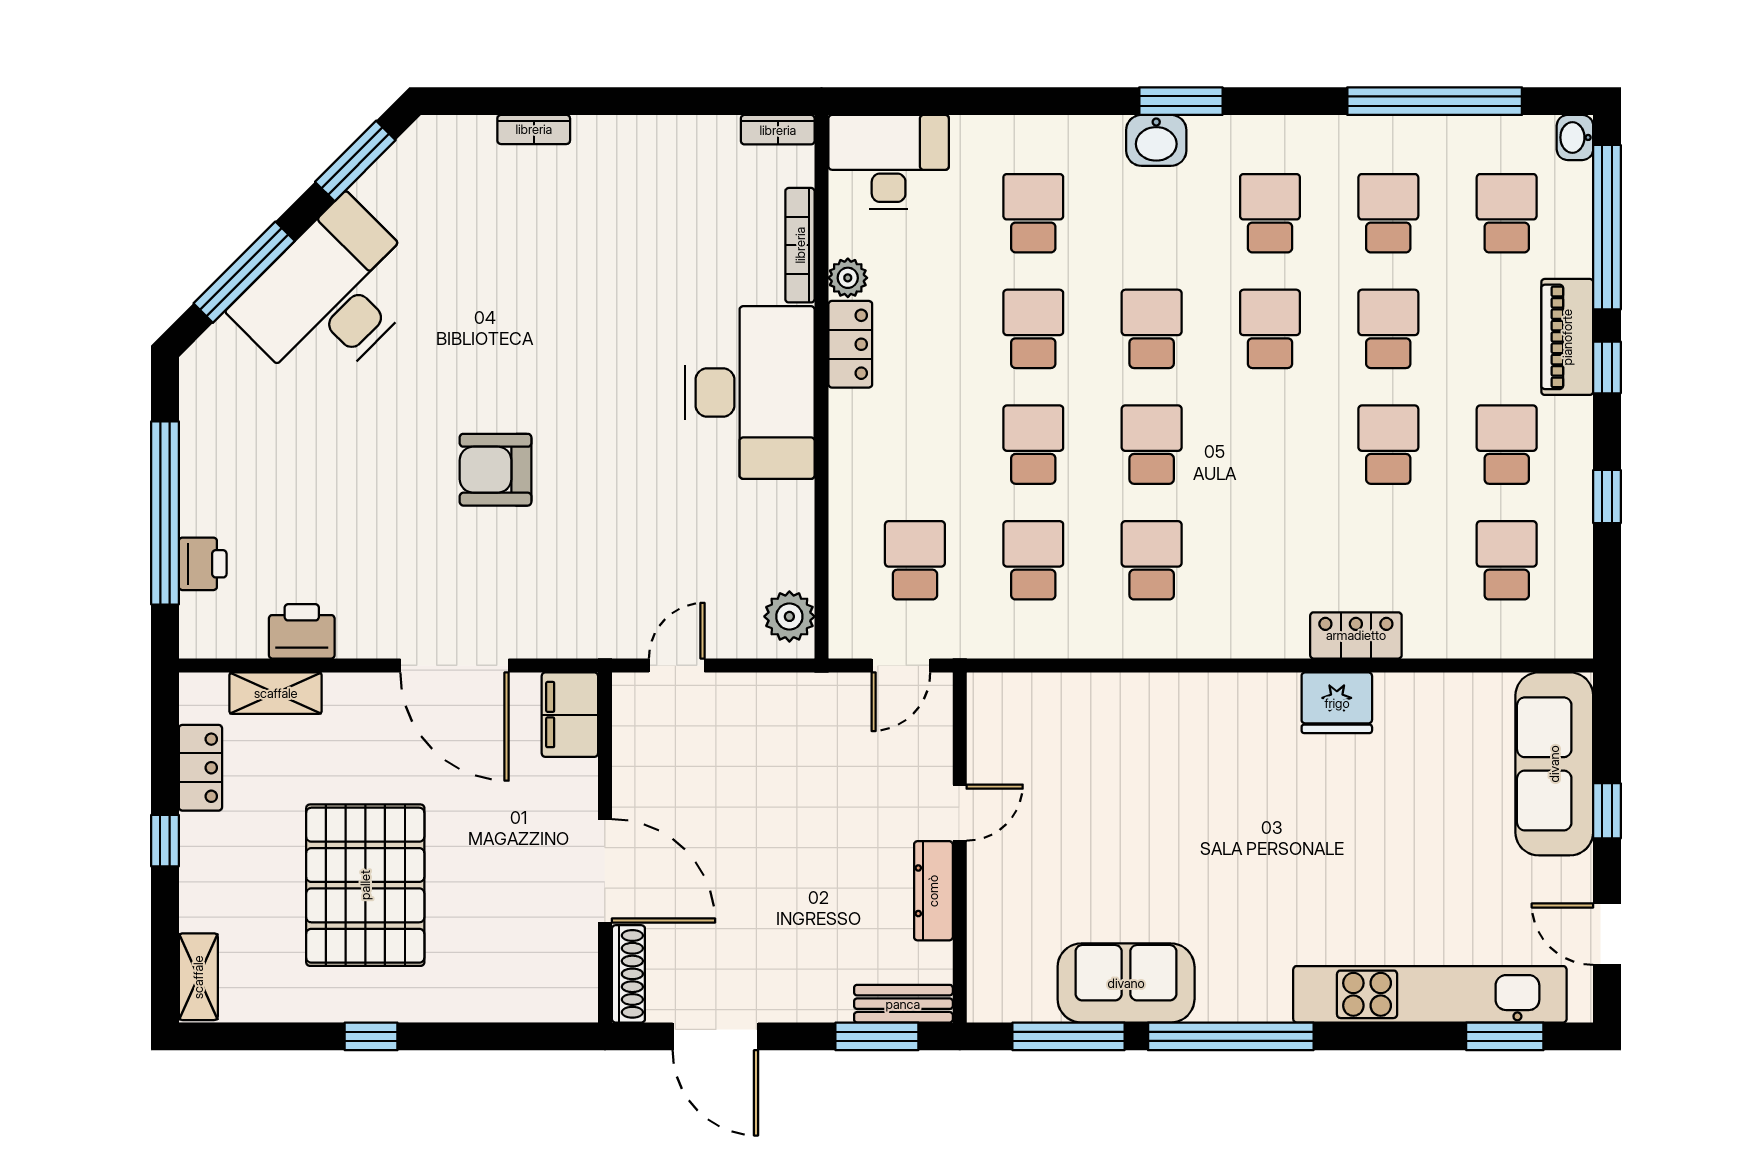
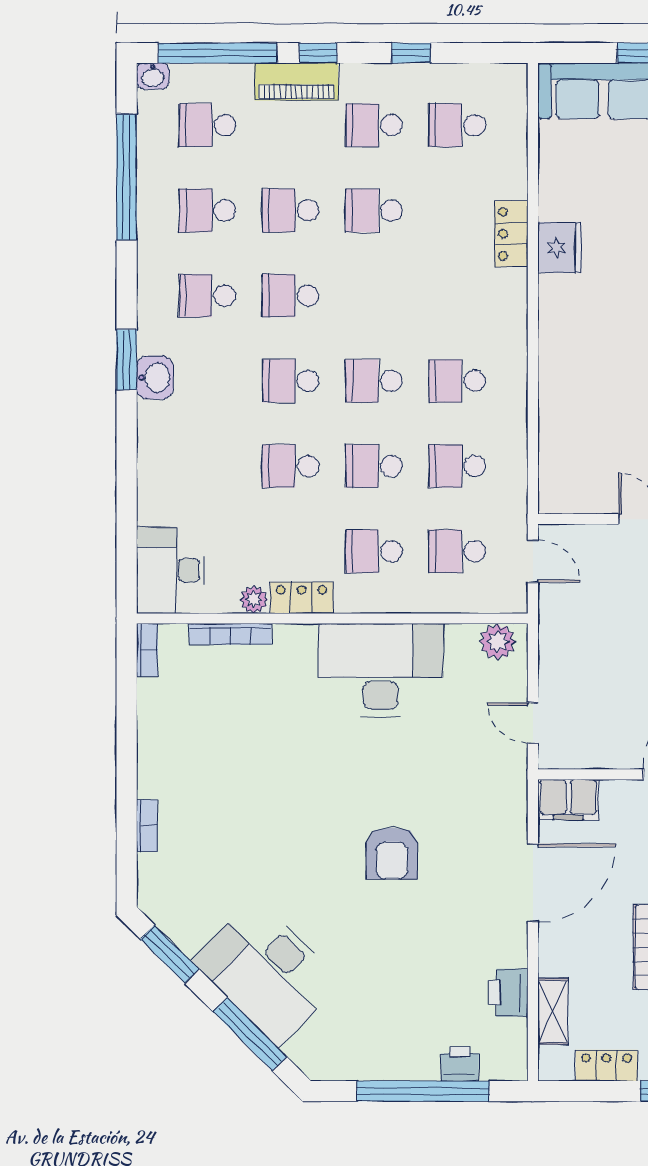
school desk: (1033, 213) -> (374, 551), moved
desk: (750, 393) -> (381, 670), moved

